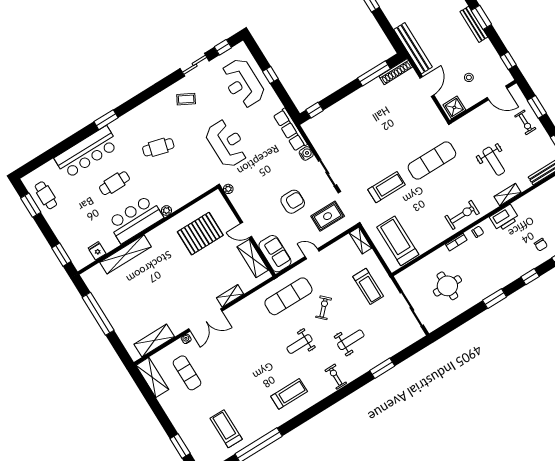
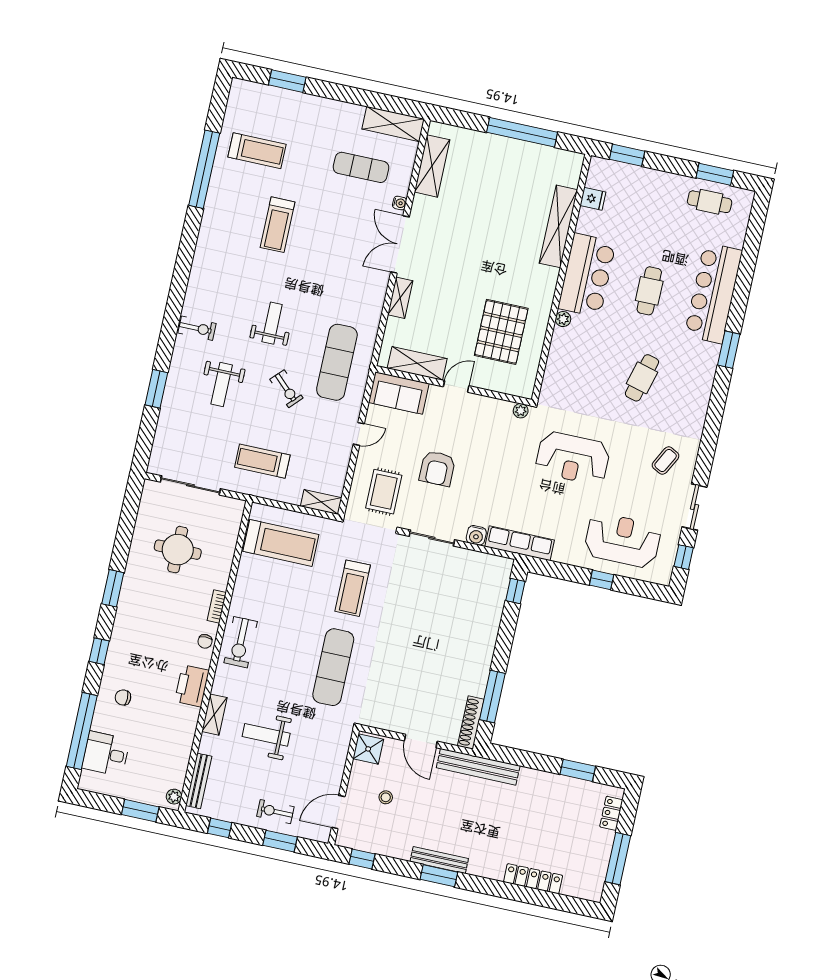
treadmill: (289, 394) -> (278, 225), moved

